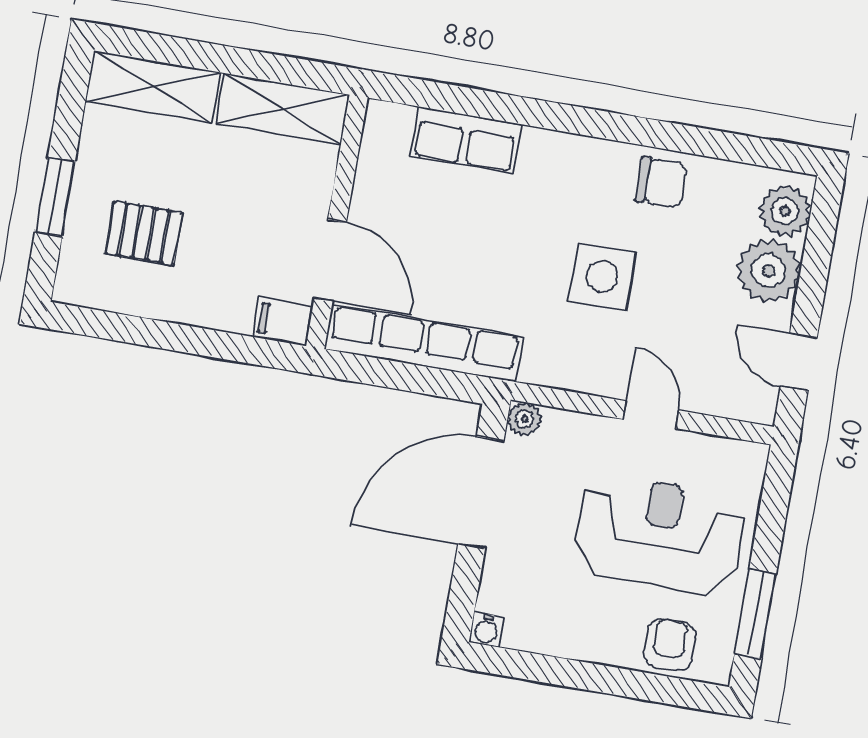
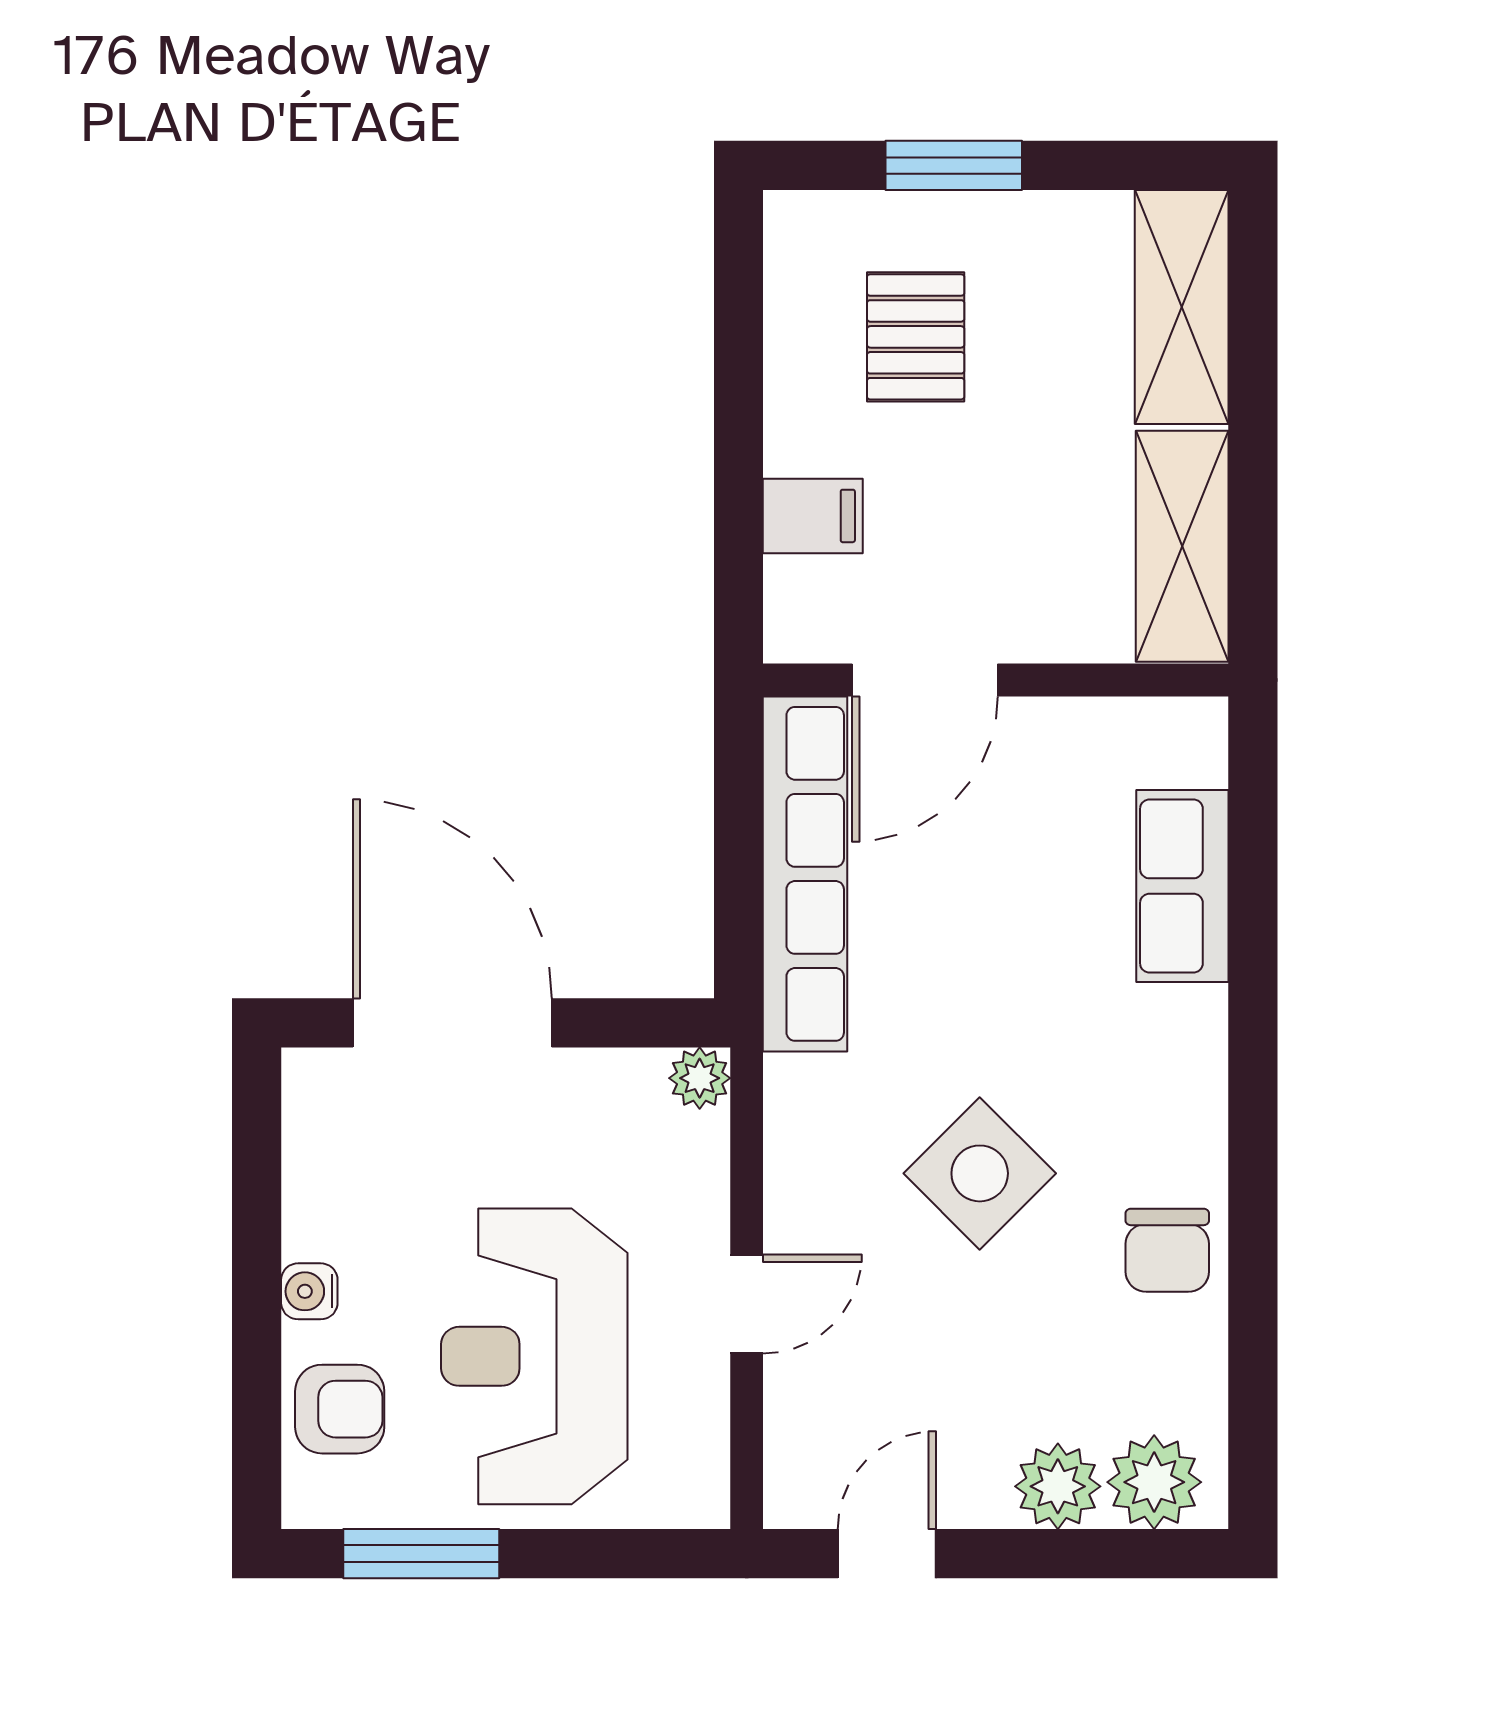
plant: (768, 271) -> (1058, 1486), width x0.73, depth x0.73
side table: (602, 277) -> (980, 1173), turned 45
filing cabinet: (283, 321) -> (813, 516), moved, turned 90
door: (481, 492) -> (452, 1023), moved
reception desk: (659, 534) -> (534, 1356), turned 180
water cooler: (487, 630) -> (309, 1291), moved

